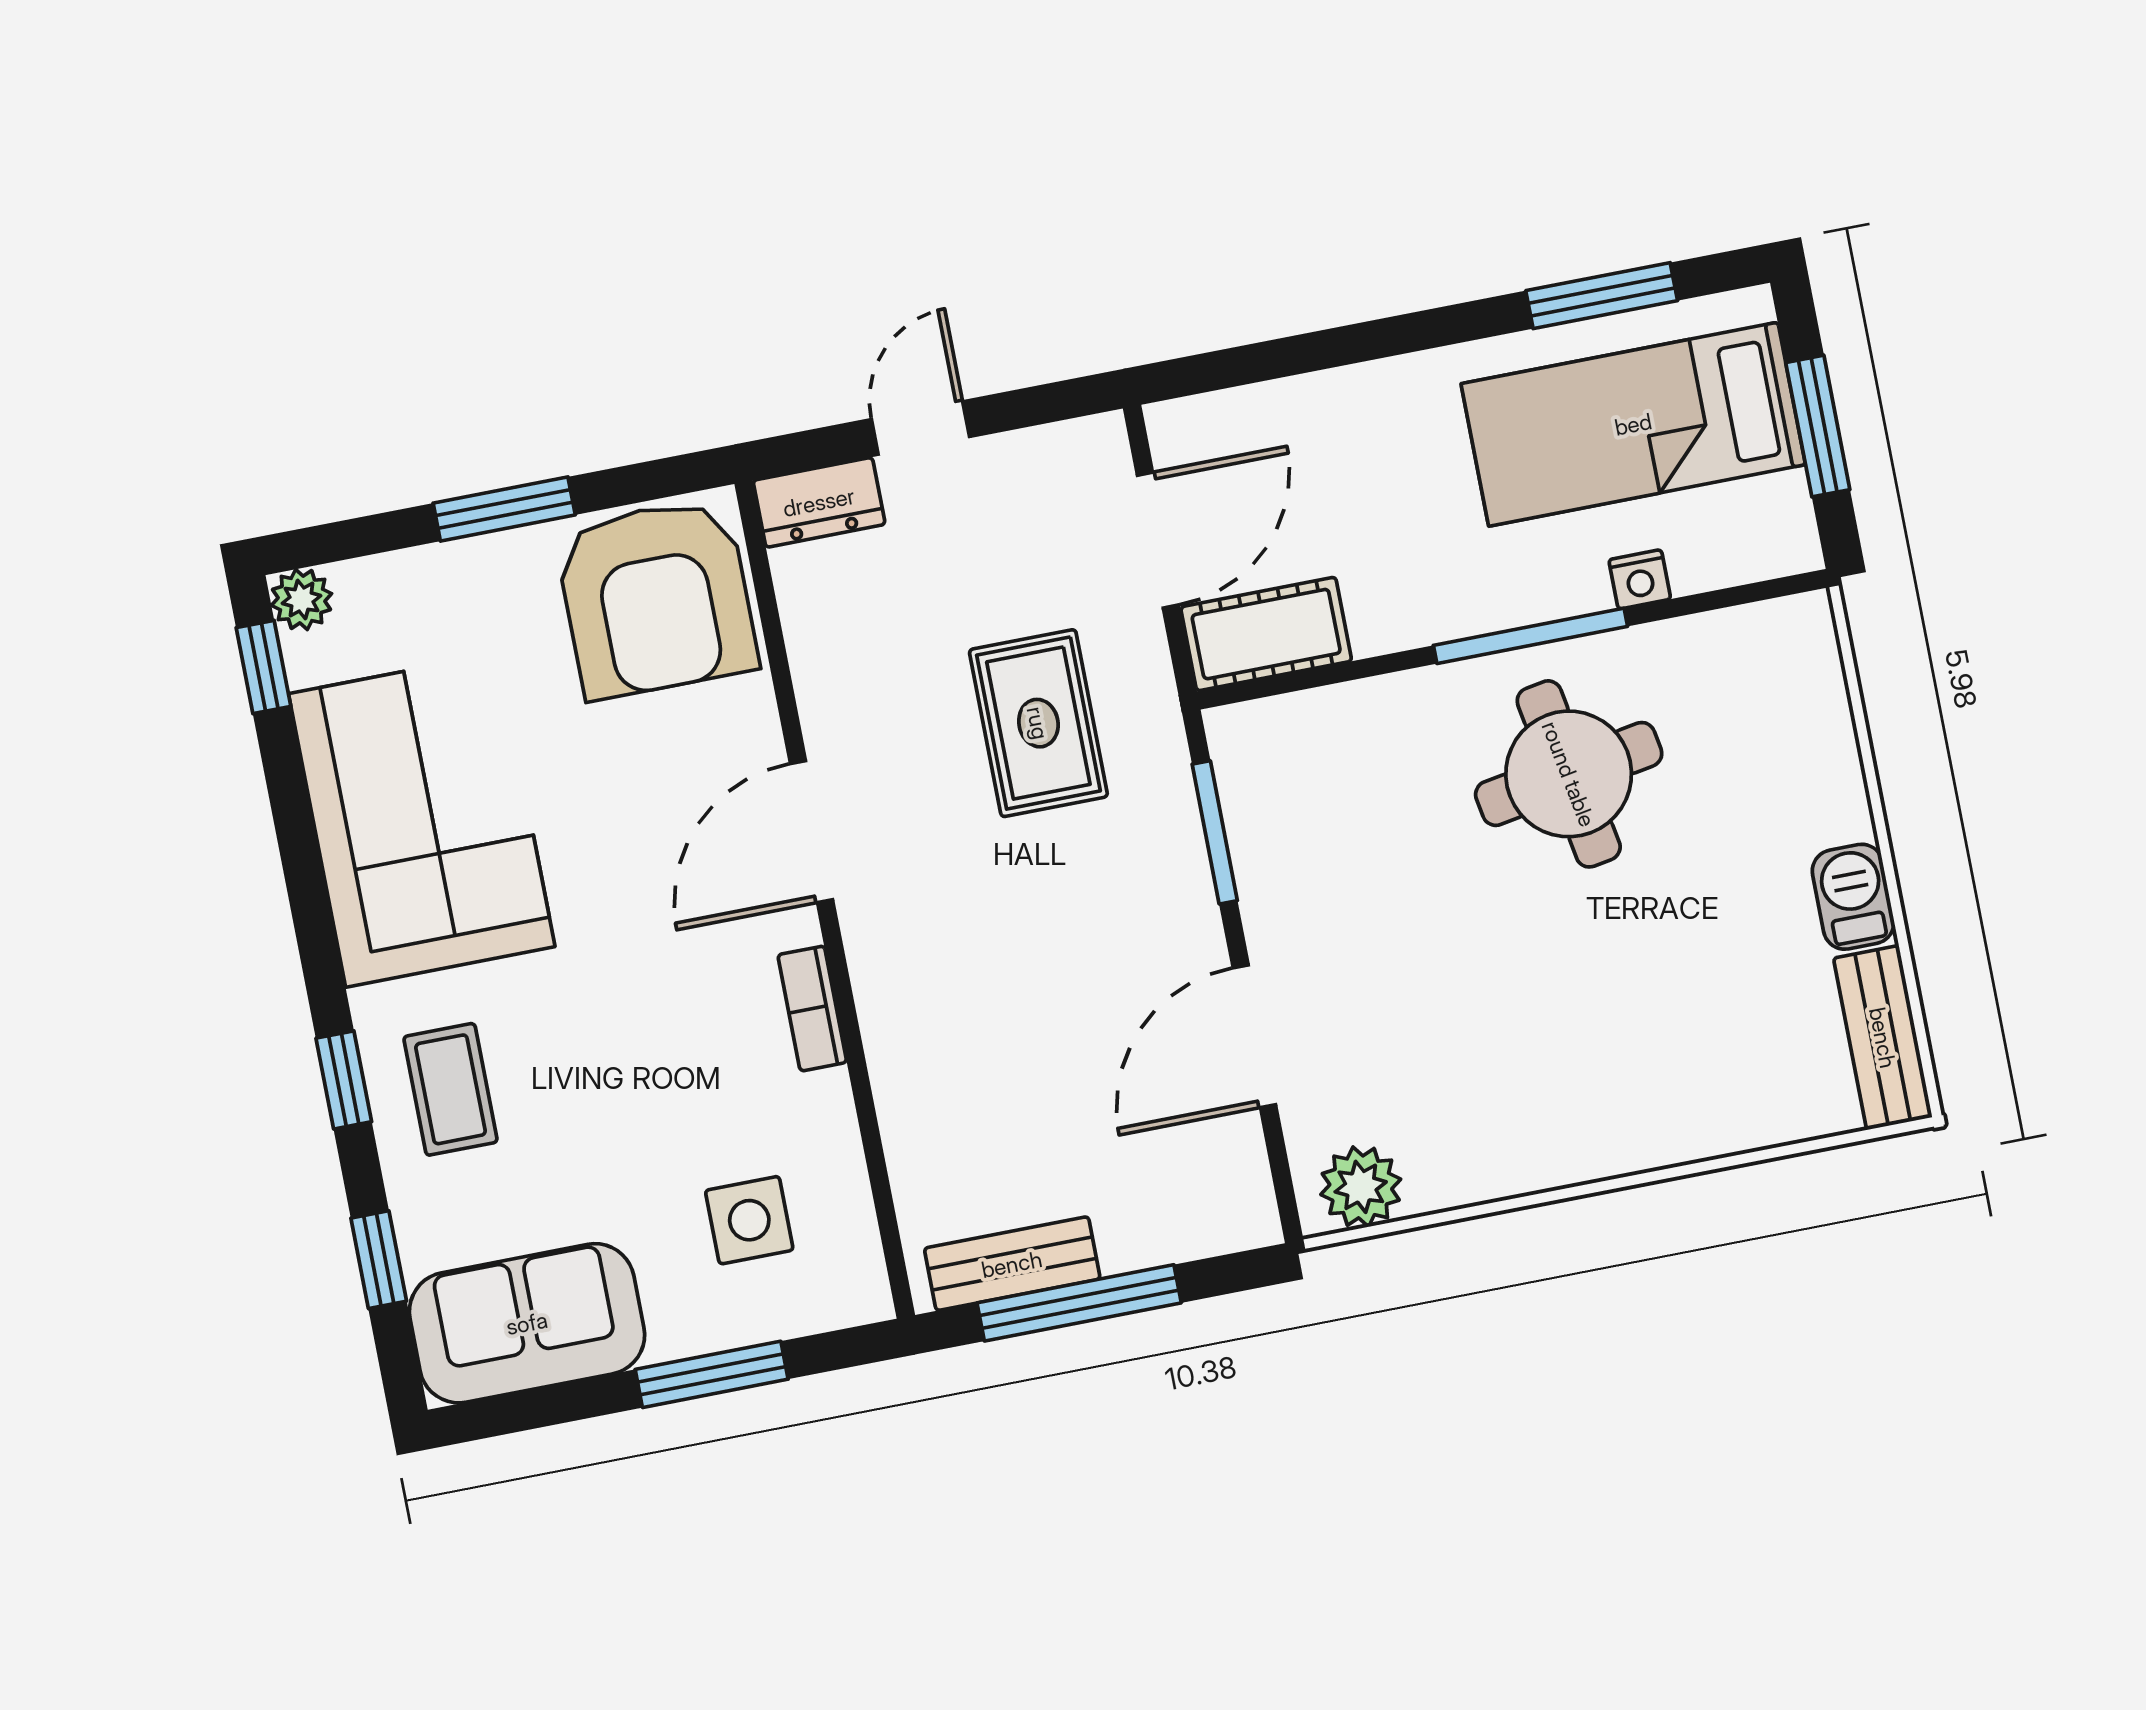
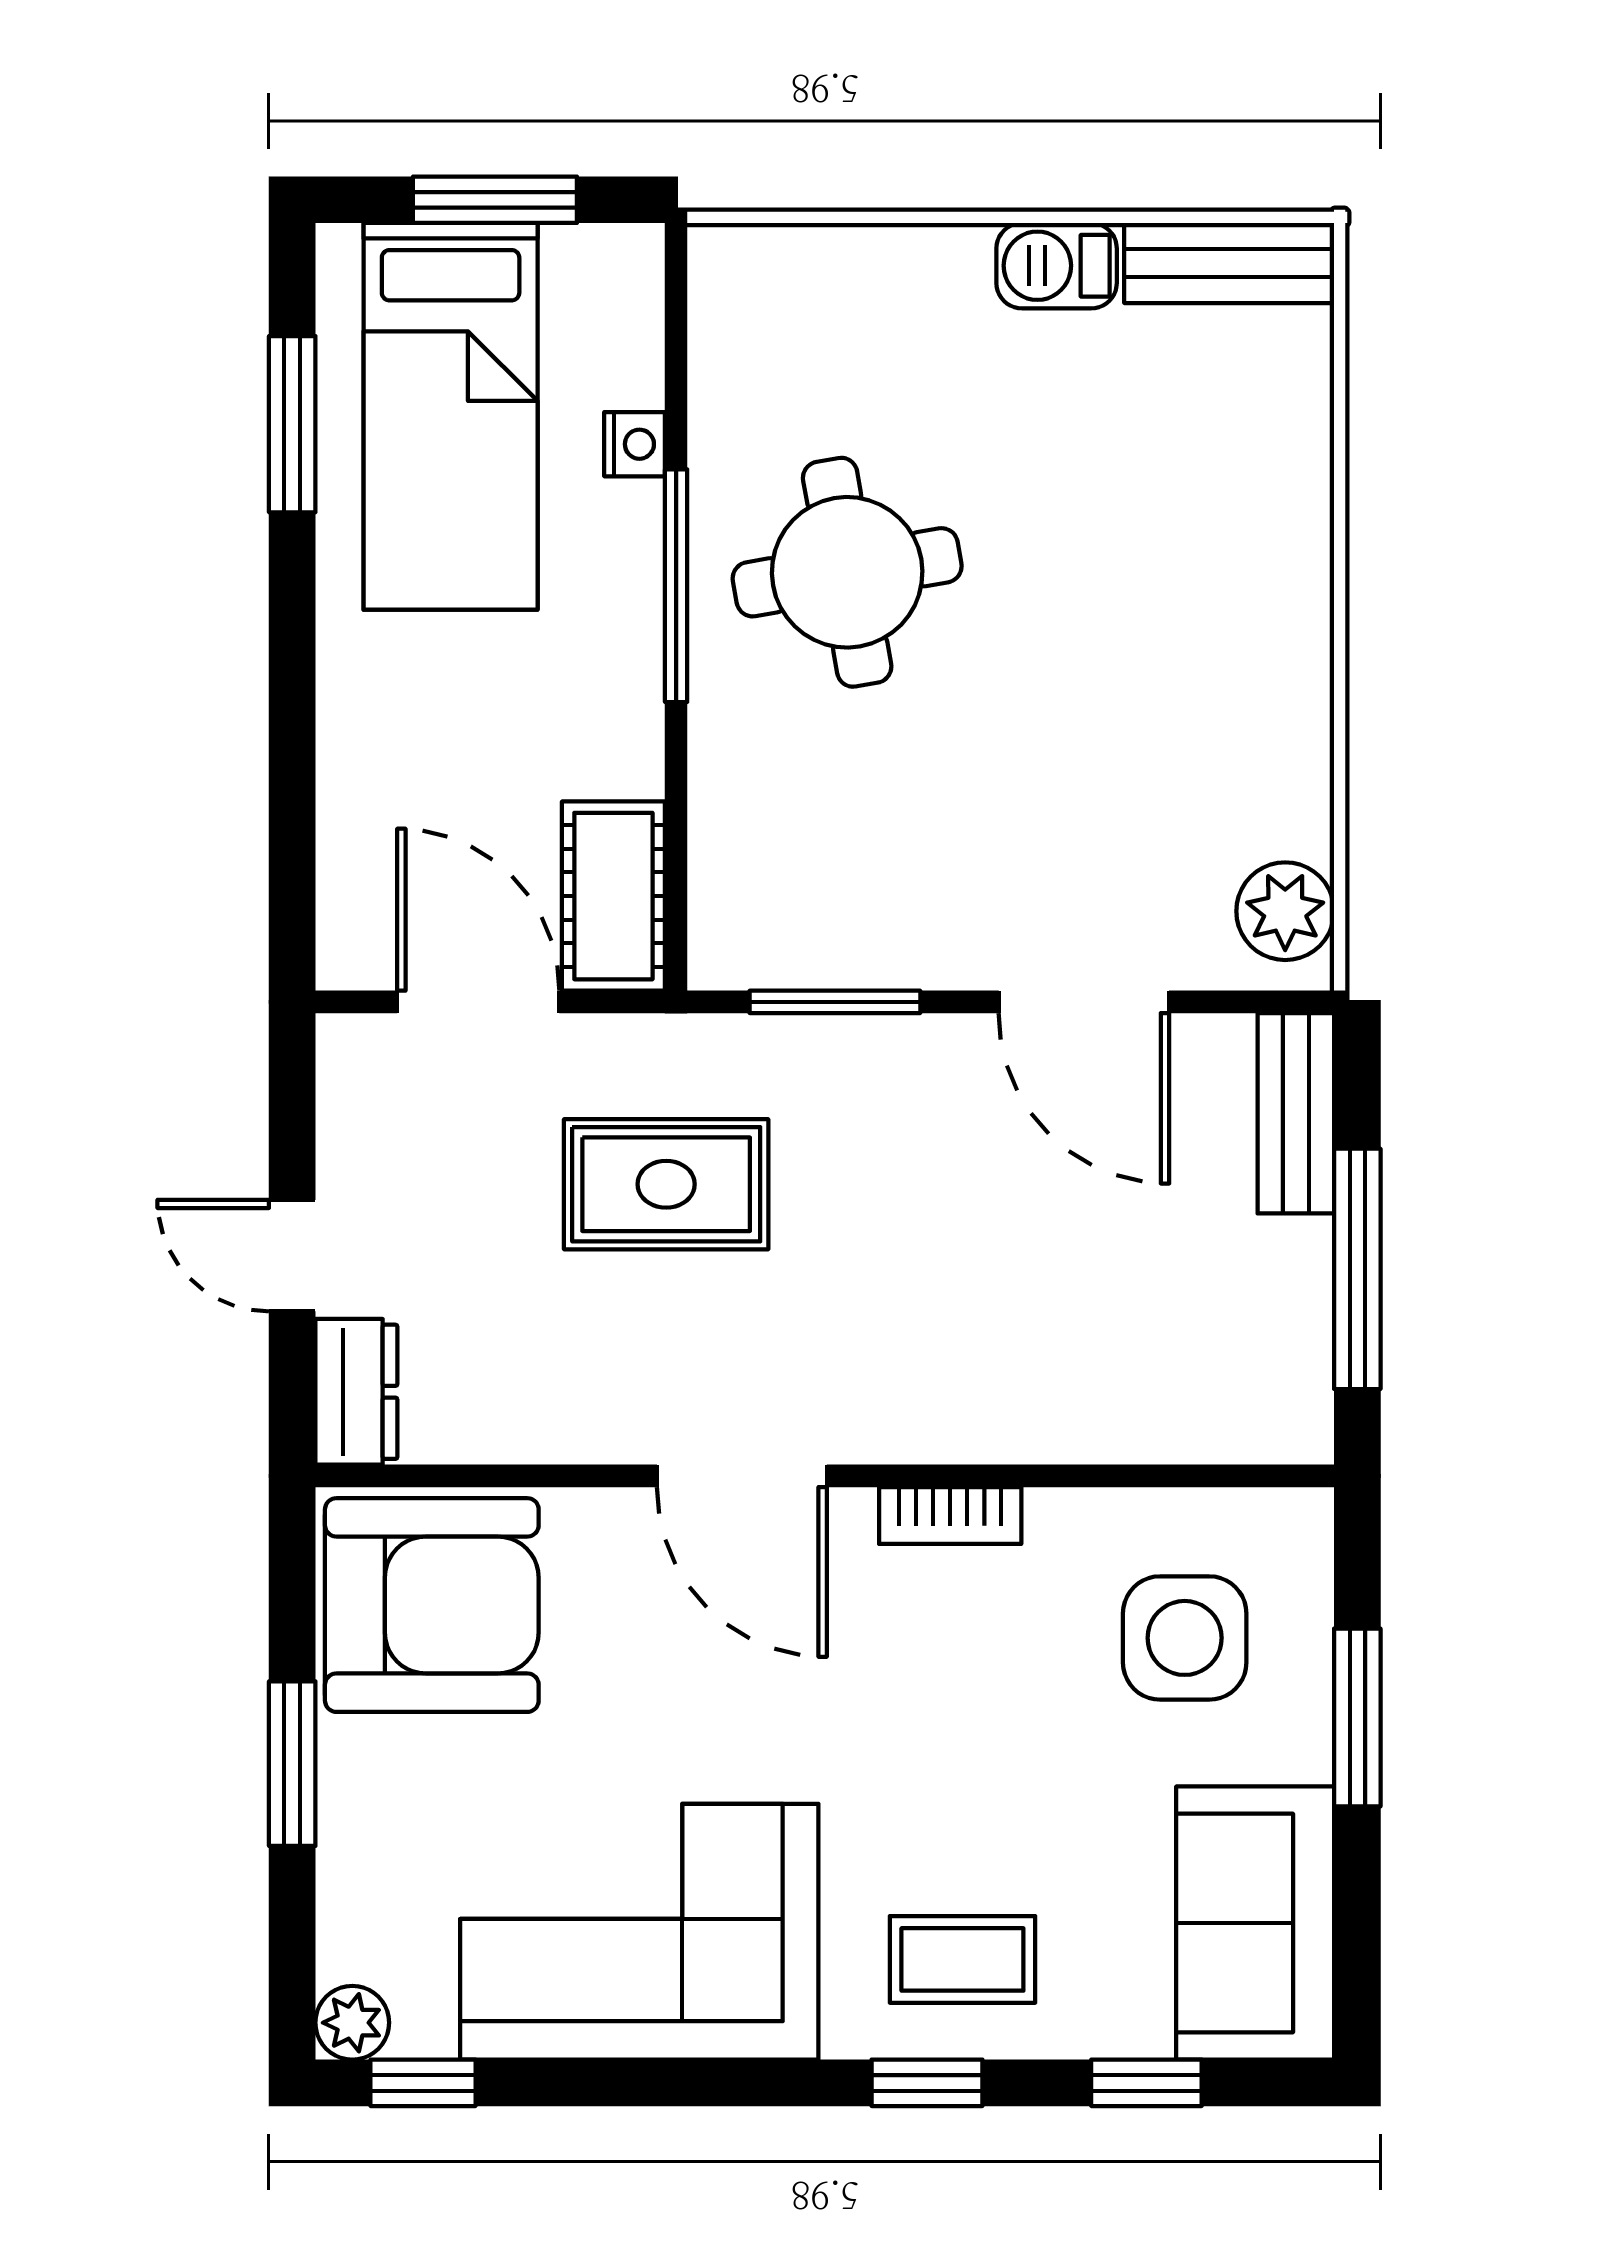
side table: (749, 1220) -> (1185, 1638), width x1.37, depth x1.37
bench: (1012, 1264) -> (1296, 1113), moved

